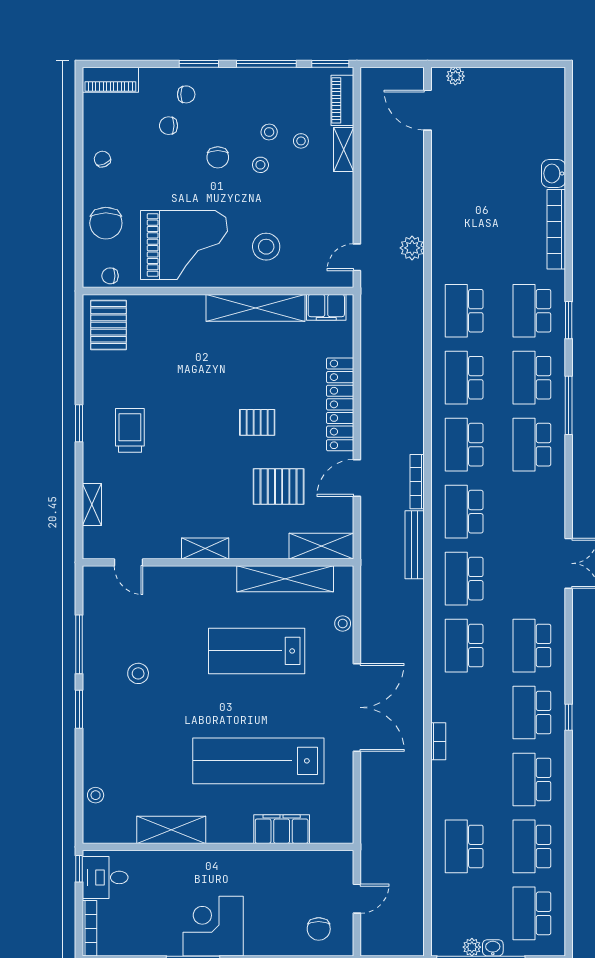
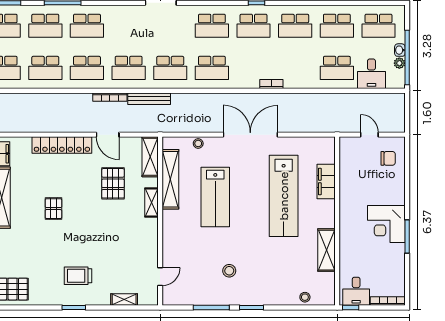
pallet: (257, 422) -> (53, 209), moved
shelving: (205, 548) -> (152, 202), moved
desk: (455, 902) -> (371, 74), added

